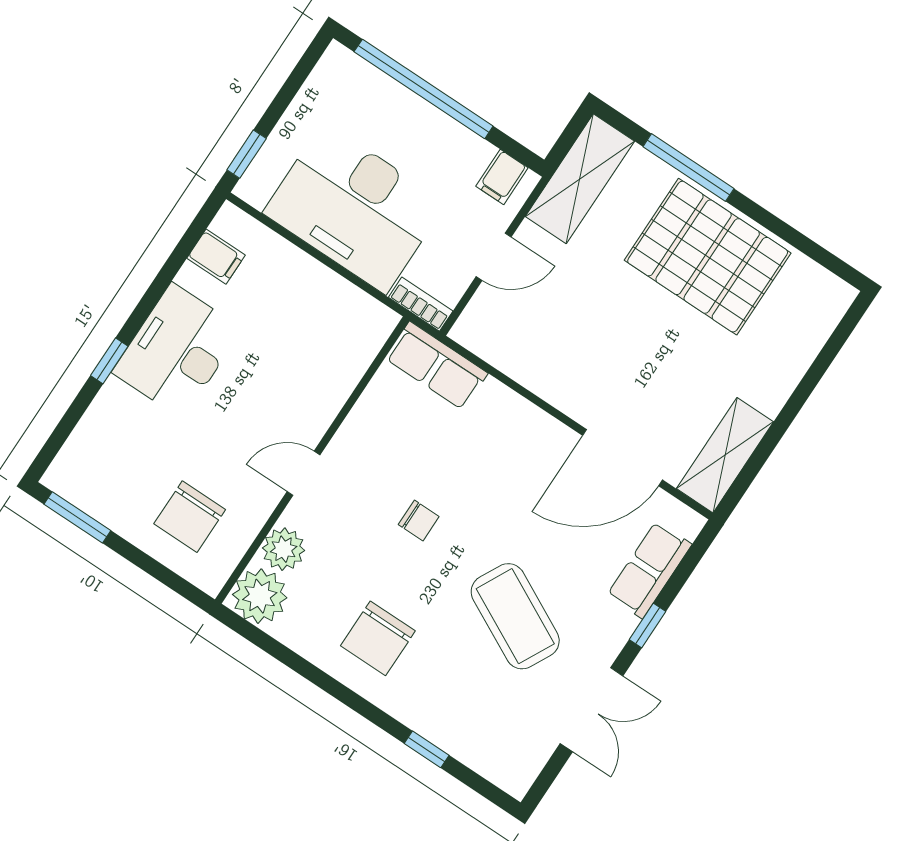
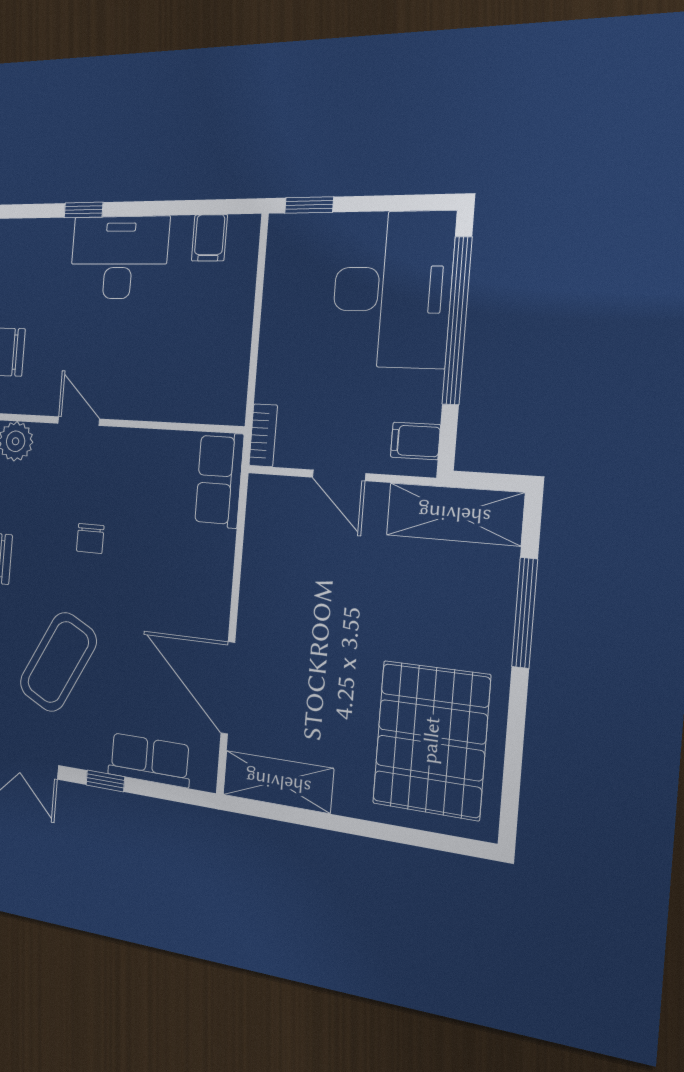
desk: (355, 208) -> (392, 289), moved, turned 180
pallet: (708, 257) -> (431, 740), moved

